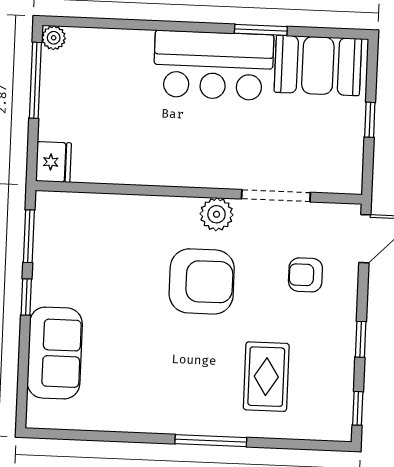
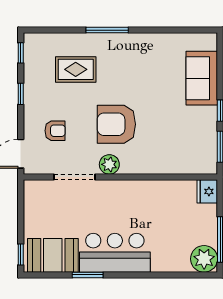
plant: (54, 38) -> (204, 259), width x1.88, depth x1.88
window: (370, 120) -> (21, 255), moved
rug: (266, 377) -> (76, 69), turned 90

